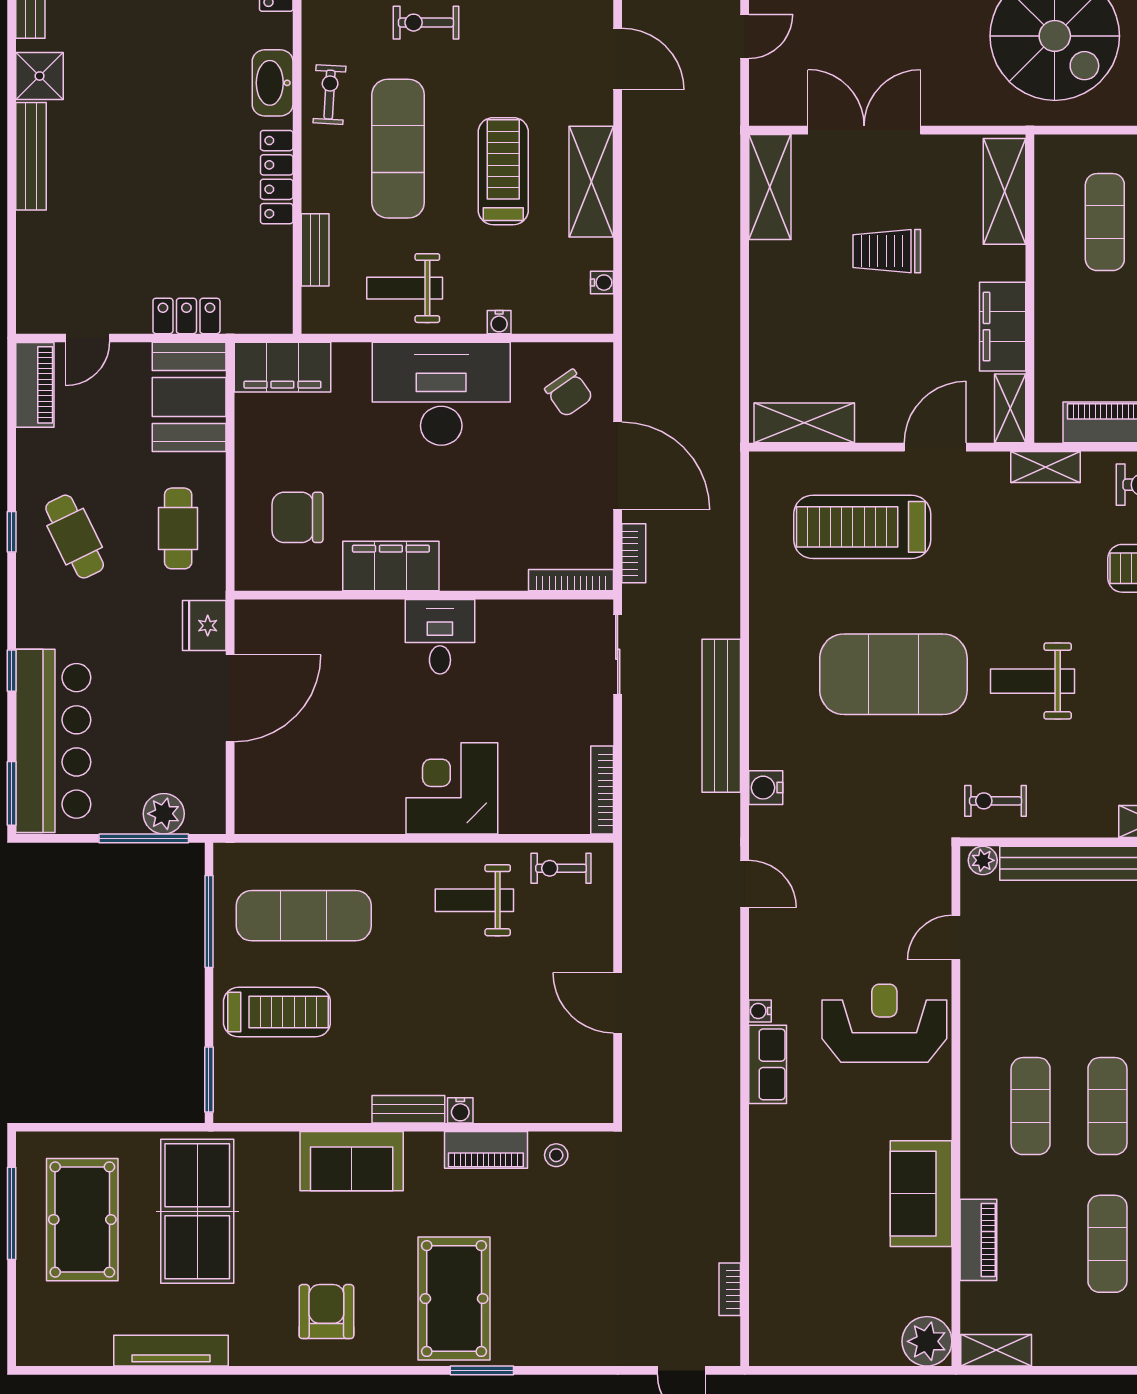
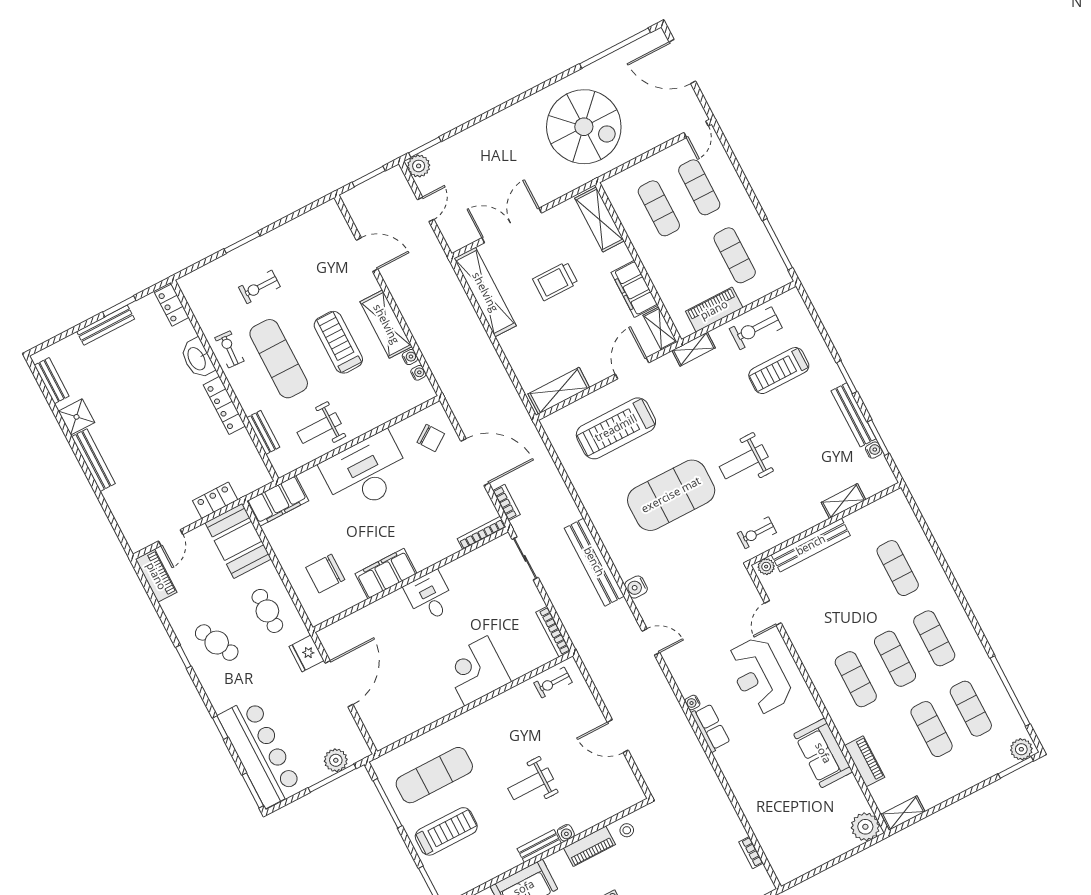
shelving: (770, 187) -> (485, 292), width x1.47
water cooler: (499, 322) -> (410, 357), moved, turned -90
weight bench: (474, 900) -> (531, 784), moved
reception desk: (884, 1023) -> (759, 676), turned -90

